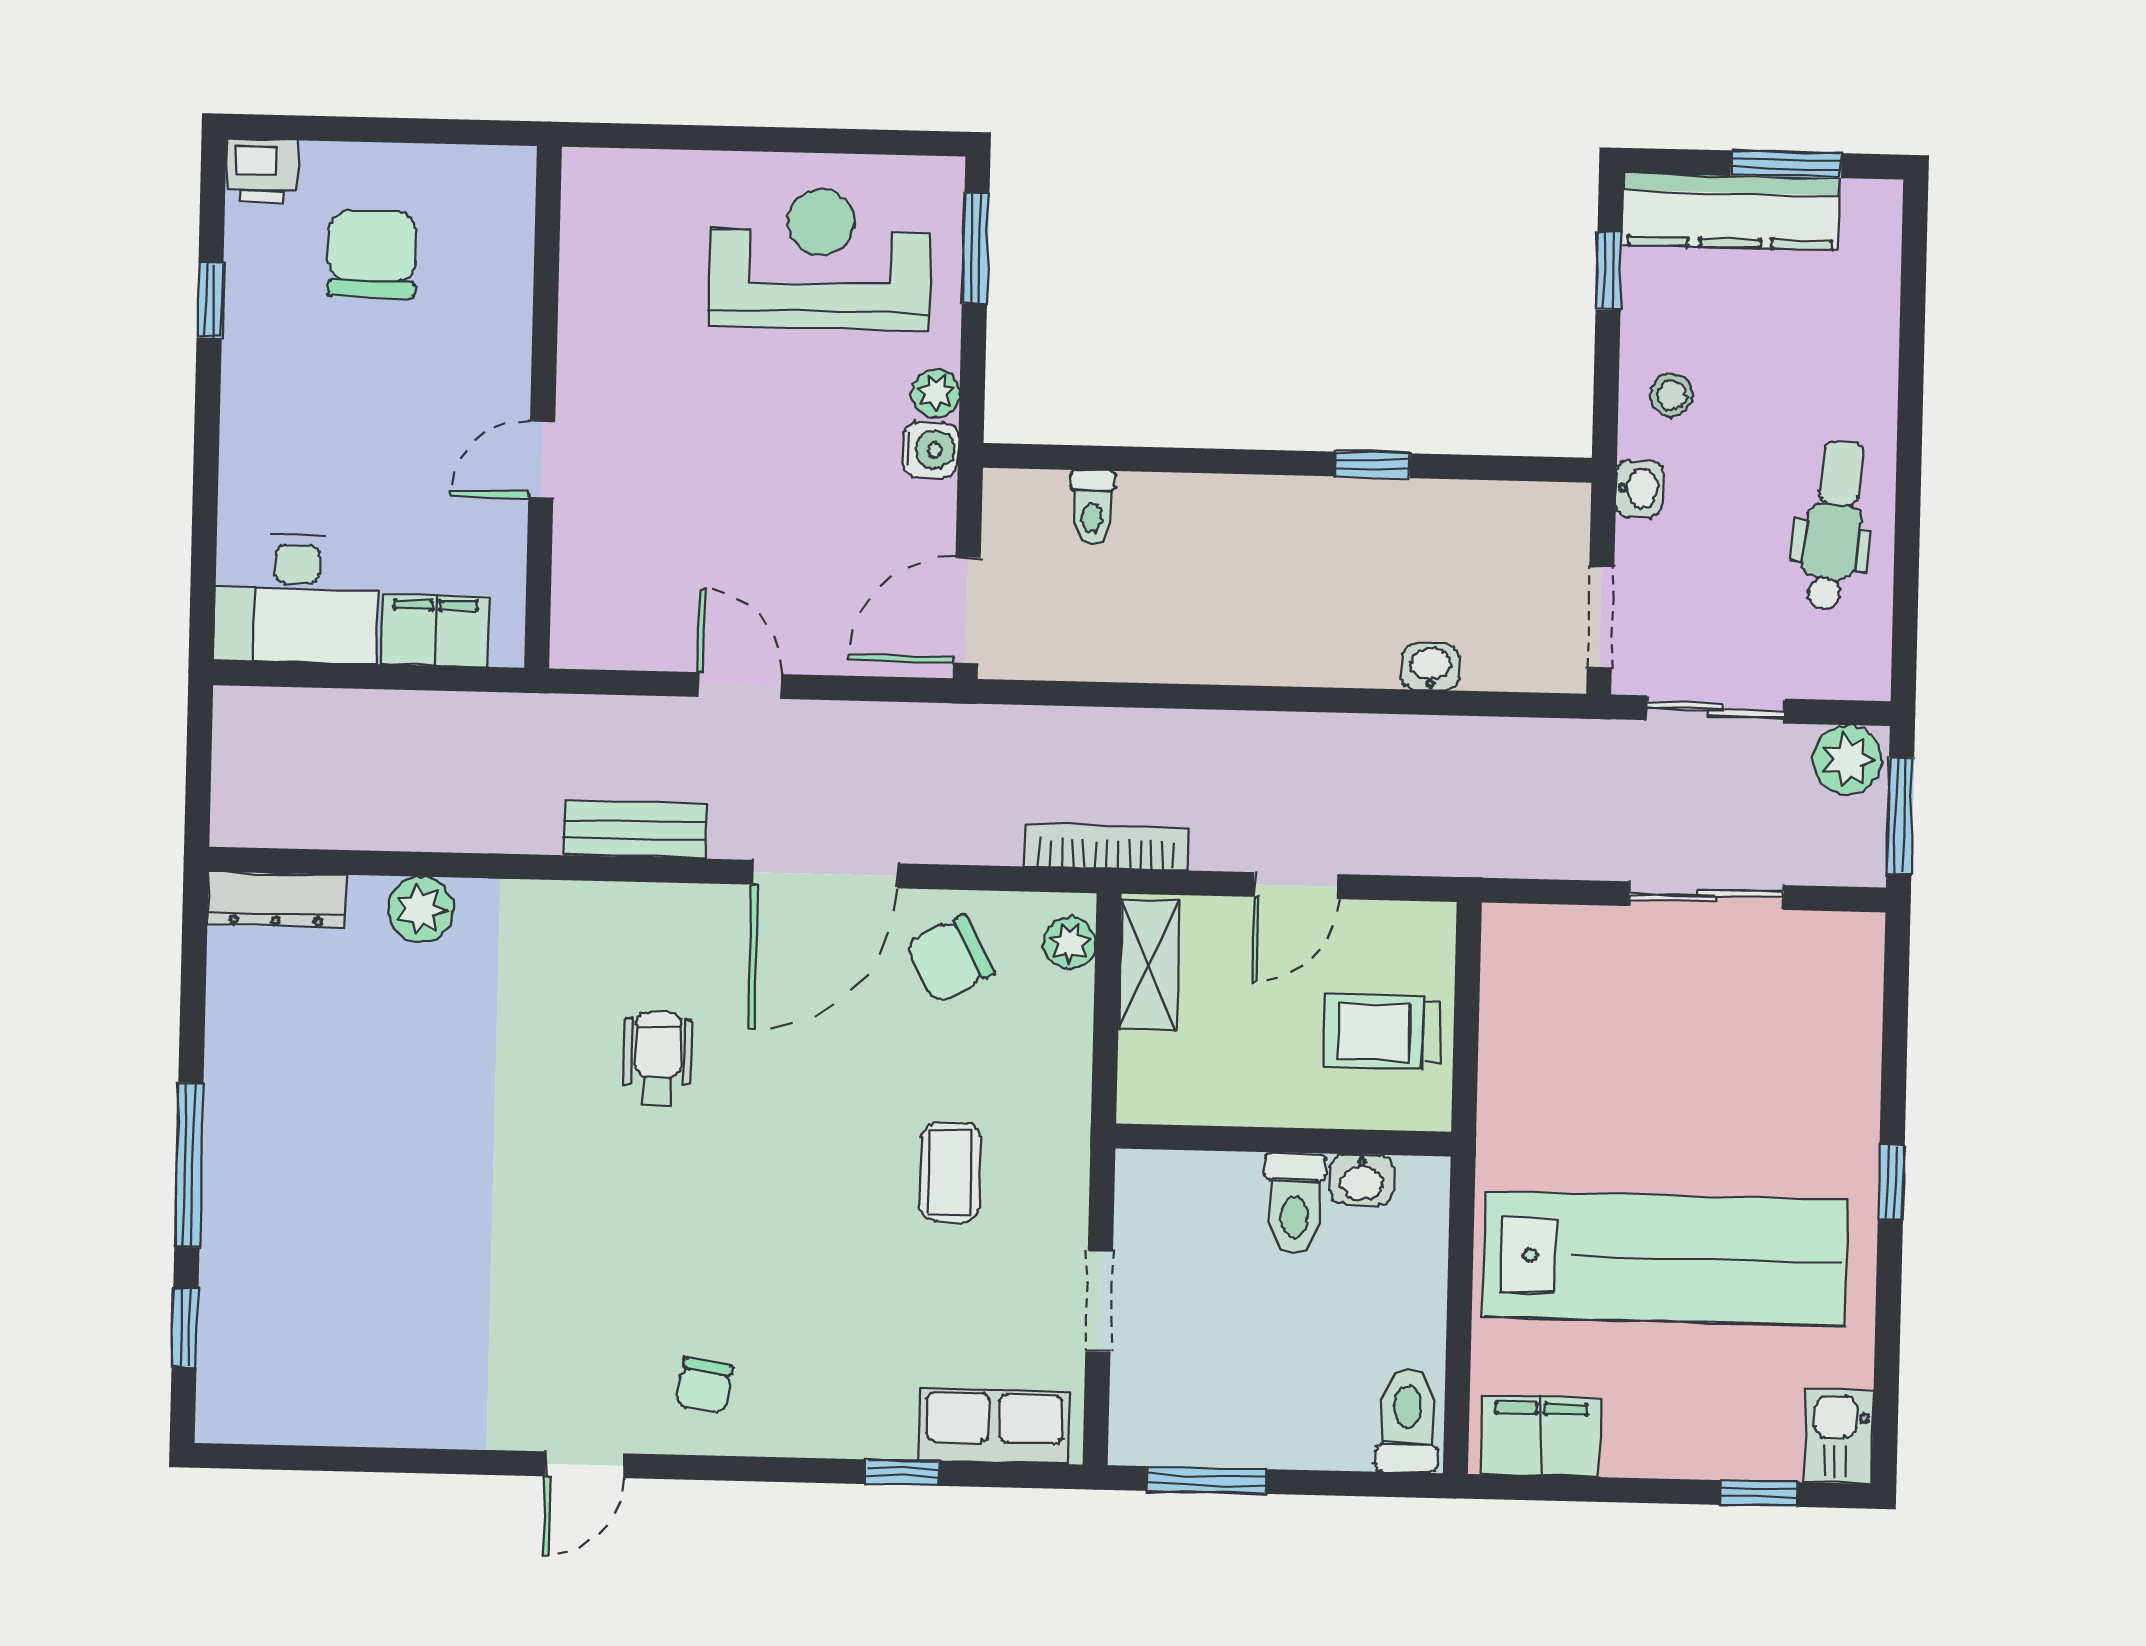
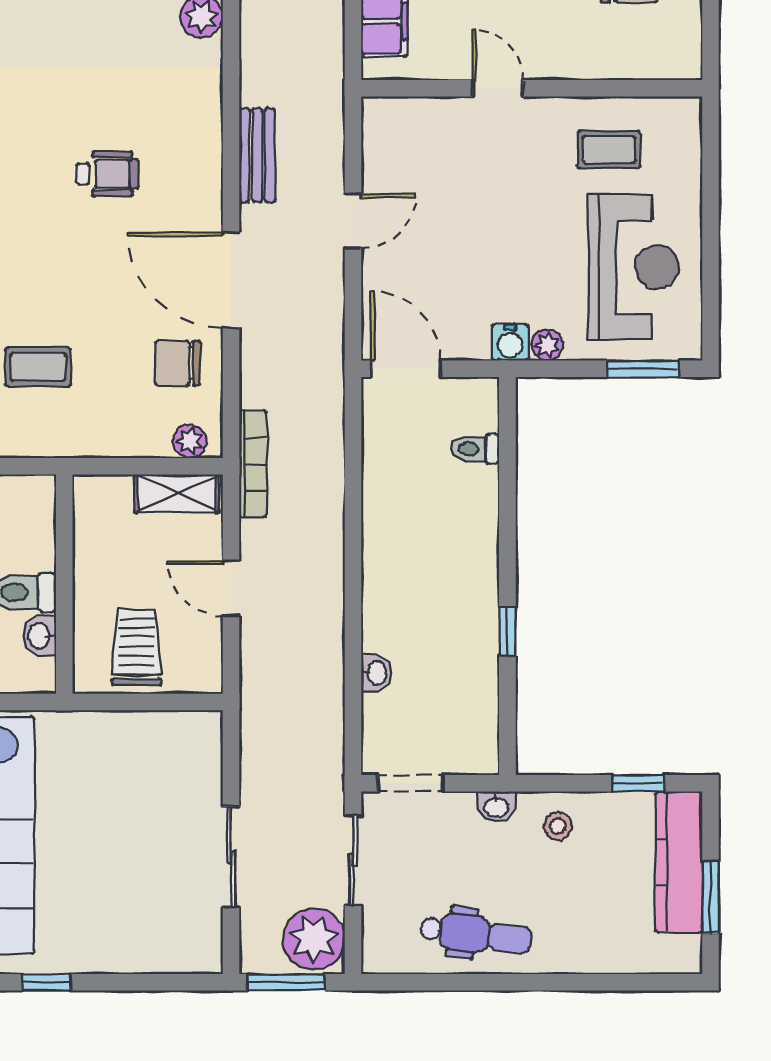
coffee table: (640, 292) -> (609, 150), added
plant: (1848, 760) -> (314, 939), width x1.36, depth x1.36
chair: (950, 959) -> (178, 363), turned -62

